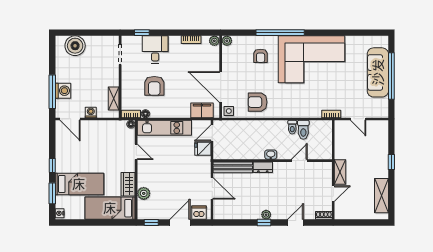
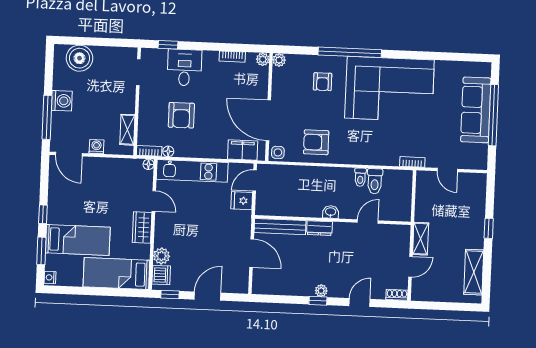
washing machine: (63, 91) -> (62, 101), moved
wardrobe: (128, 184) -> (142, 227), moved
dishwasher: (199, 213) -> (161, 275), moved, turned 90

